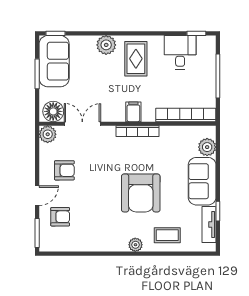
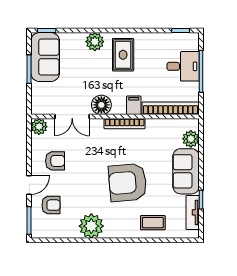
desk: (180, 52) -> (183, 66), moved, turned 90
floor lamp: (53, 111) -> (101, 105), moved
filing cabinet: (133, 112) -> (134, 105), moved
double door: (82, 124) -> (72, 117), swing flipped
armchair: (141, 193) -> (128, 182), turned 85
plant: (135, 245) -> (91, 226), moved, width x1.88, depth x1.88

